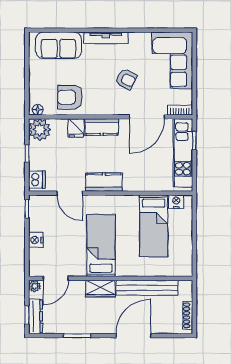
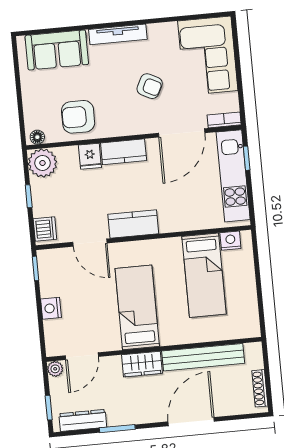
dresser: (36, 316) -> (83, 420), moved, turned -90

